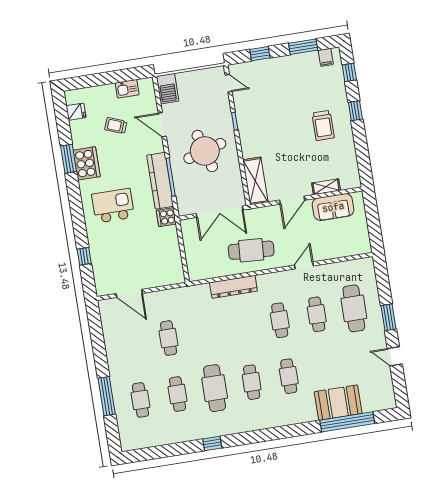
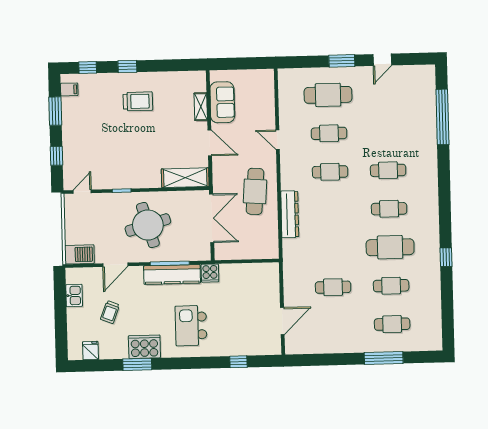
booth: (338, 403) -> (422, 124), removed

